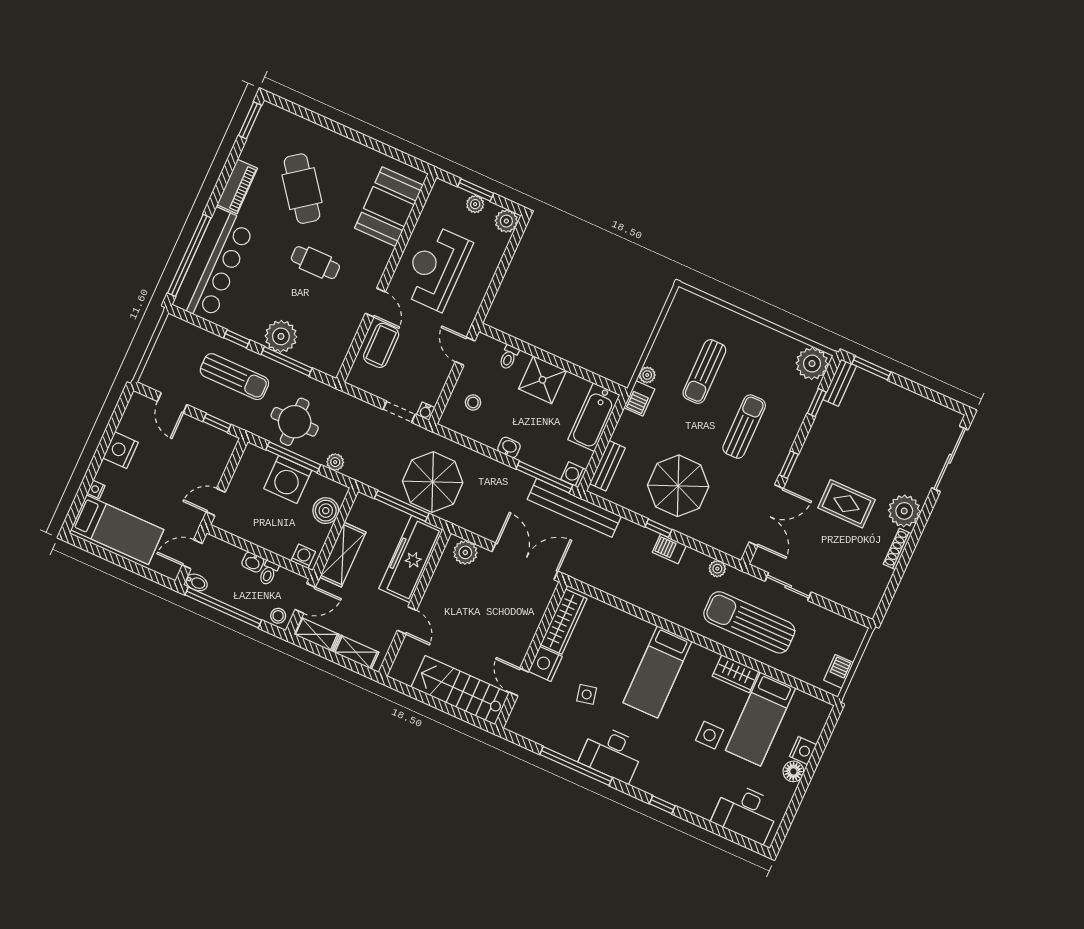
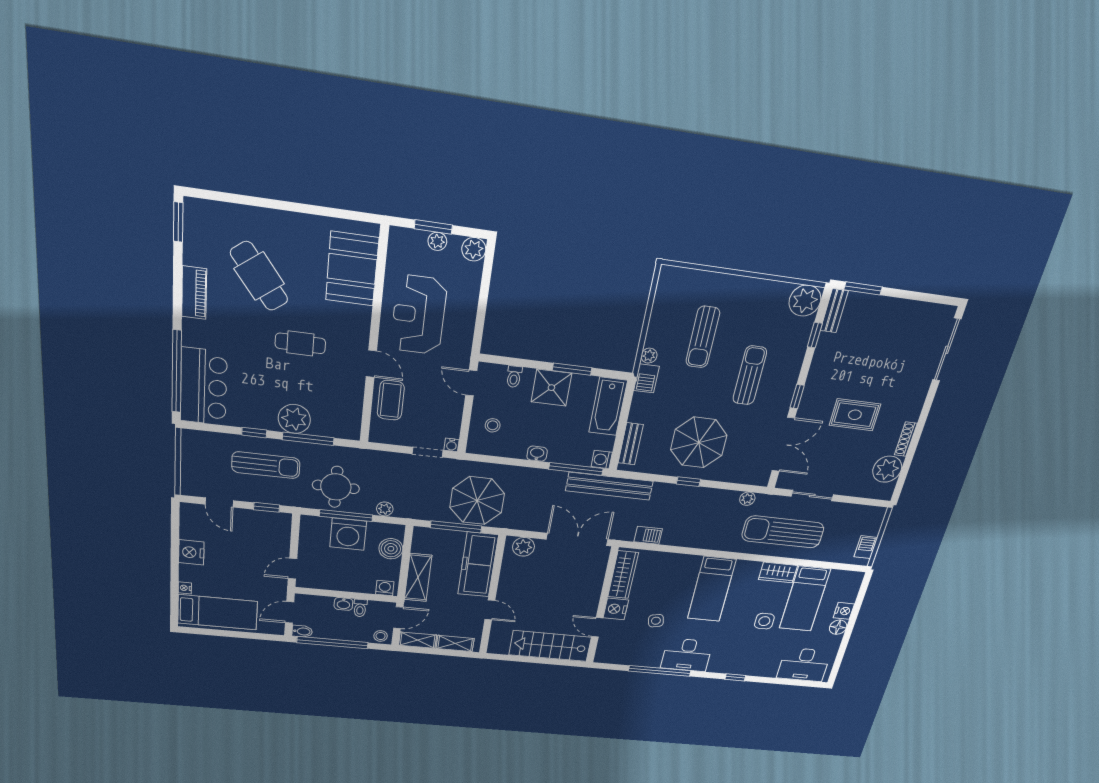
bar counter: (214, 265) -> (204, 387), width x0.73
window: (568, 367) -> (572, 369), added
plant: (904, 511) -> (887, 469), moved
barbecue: (669, 549) -> (648, 535), moved, turned 180

